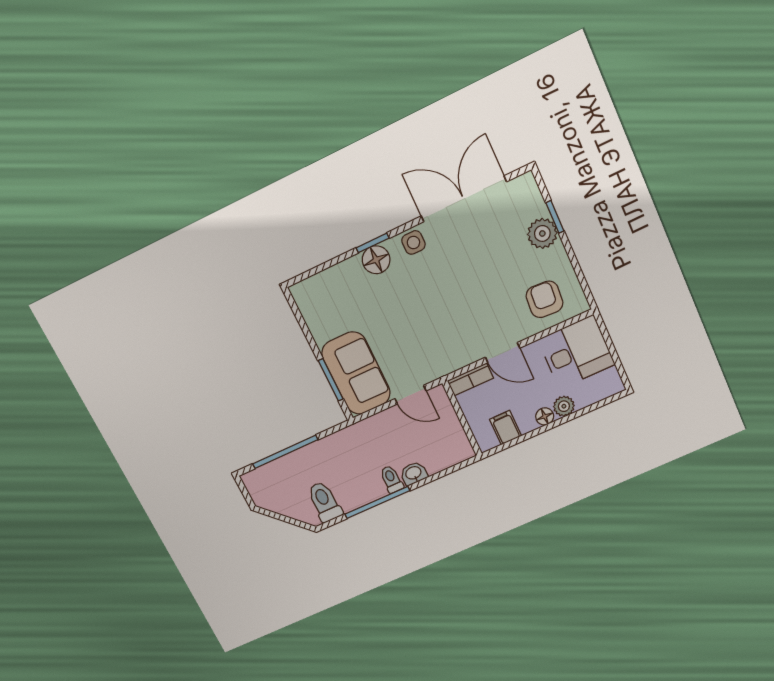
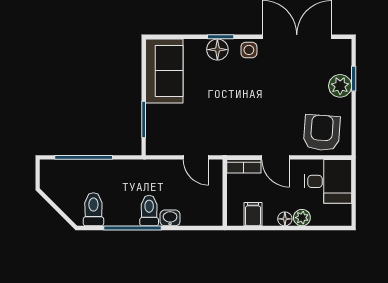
armchair: (544, 299) -> (322, 133), width x1.38, depth x1.38
sofa: (356, 373) -> (164, 71), moved
toilet: (391, 479) -> (149, 211), width x1.37, depth x1.39

